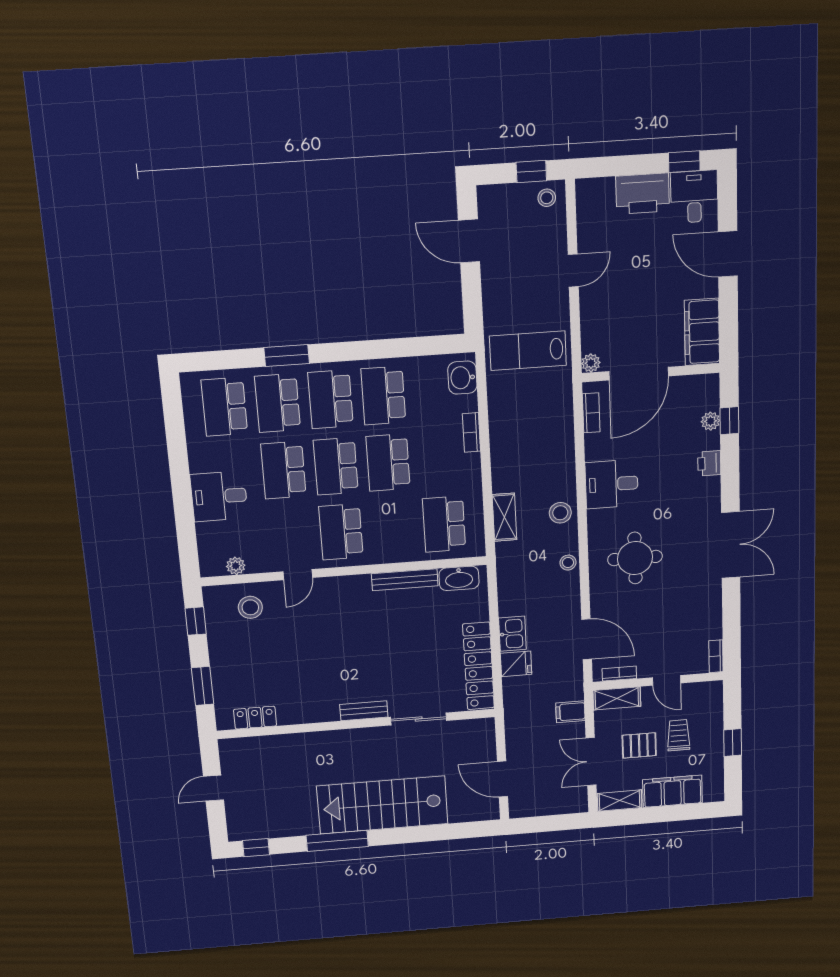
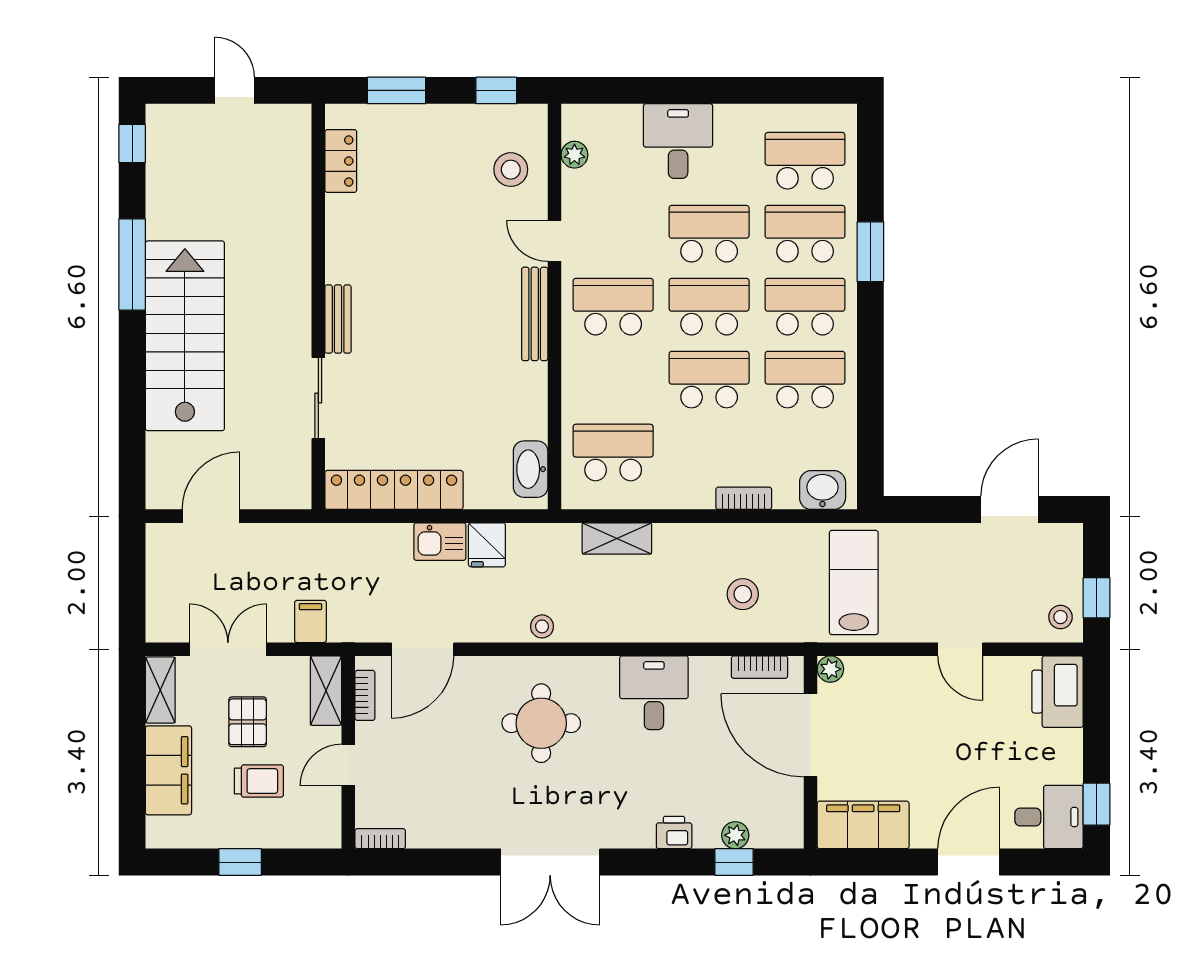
printer: (643, 194) -> (1058, 692), moved
stool: (560, 513) -> (743, 594), moved
bench: (405, 580) -> (535, 314), moved
fridge: (516, 664) -> (487, 545), moved

